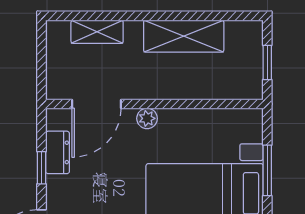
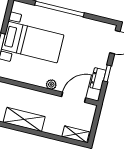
shelving: (97, 32) -> (76, 134), moved

